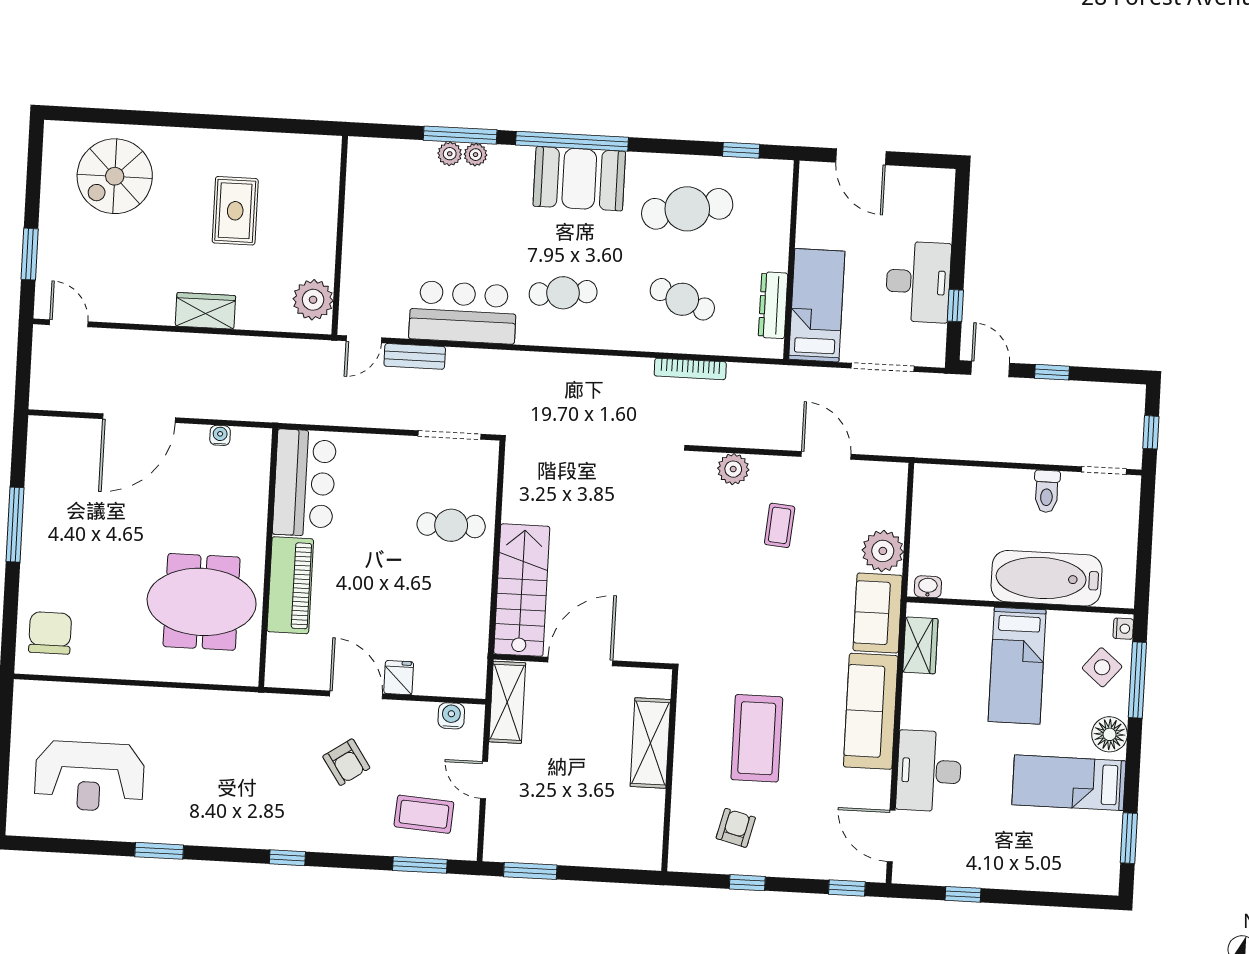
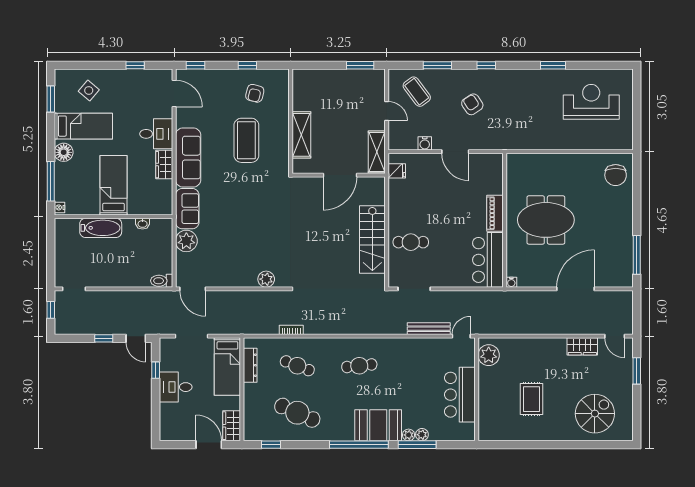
booth: (579, 179) -> (378, 425), moved
wardrobe: (815, 191) -> (232, 426), added
cafe table: (687, 209) -> (297, 413), turned 36
desk: (918, 282) -> (176, 387), width x0.73
wardrobe: (205, 311) -> (582, 346), moved
bar counter: (463, 312) -> (460, 395), moved, turned 90
bench: (415, 356) -> (429, 329), width x1.36
bookcase: (690, 369) -> (291, 330), width x0.64
water cooler: (220, 435) -> (511, 282), moved
door: (826, 455) -> (193, 289), moved
toilet: (1047, 491) -> (162, 281), moved, turned -90
window: (15, 525) -> (637, 255), moved
coffee table: (780, 525) -> (241, 251), removed
bathtub: (1047, 578) -> (101, 228), width x0.73, depth x0.73
piano: (290, 585) -> (495, 213), width x0.73, depth x0.75
washbasin: (928, 587) -> (143, 224), moved
stairs: (522, 590) -> (372, 239), moved
meeting table: (202, 602) -> (546, 220), moved
wardrobe: (920, 645) -> (164, 165), moved
side table: (1102, 667) -> (89, 90), moved
fridge: (399, 678) -> (397, 171), moved, turned -90
water cooler: (451, 716) -> (425, 143), moved
armchair: (346, 762) -> (472, 104), moved
desk: (929, 771) -> (156, 134), width x0.73
coffee table: (424, 814) -> (417, 92), turned 49
window: (420, 865) -> (437, 65), moved

